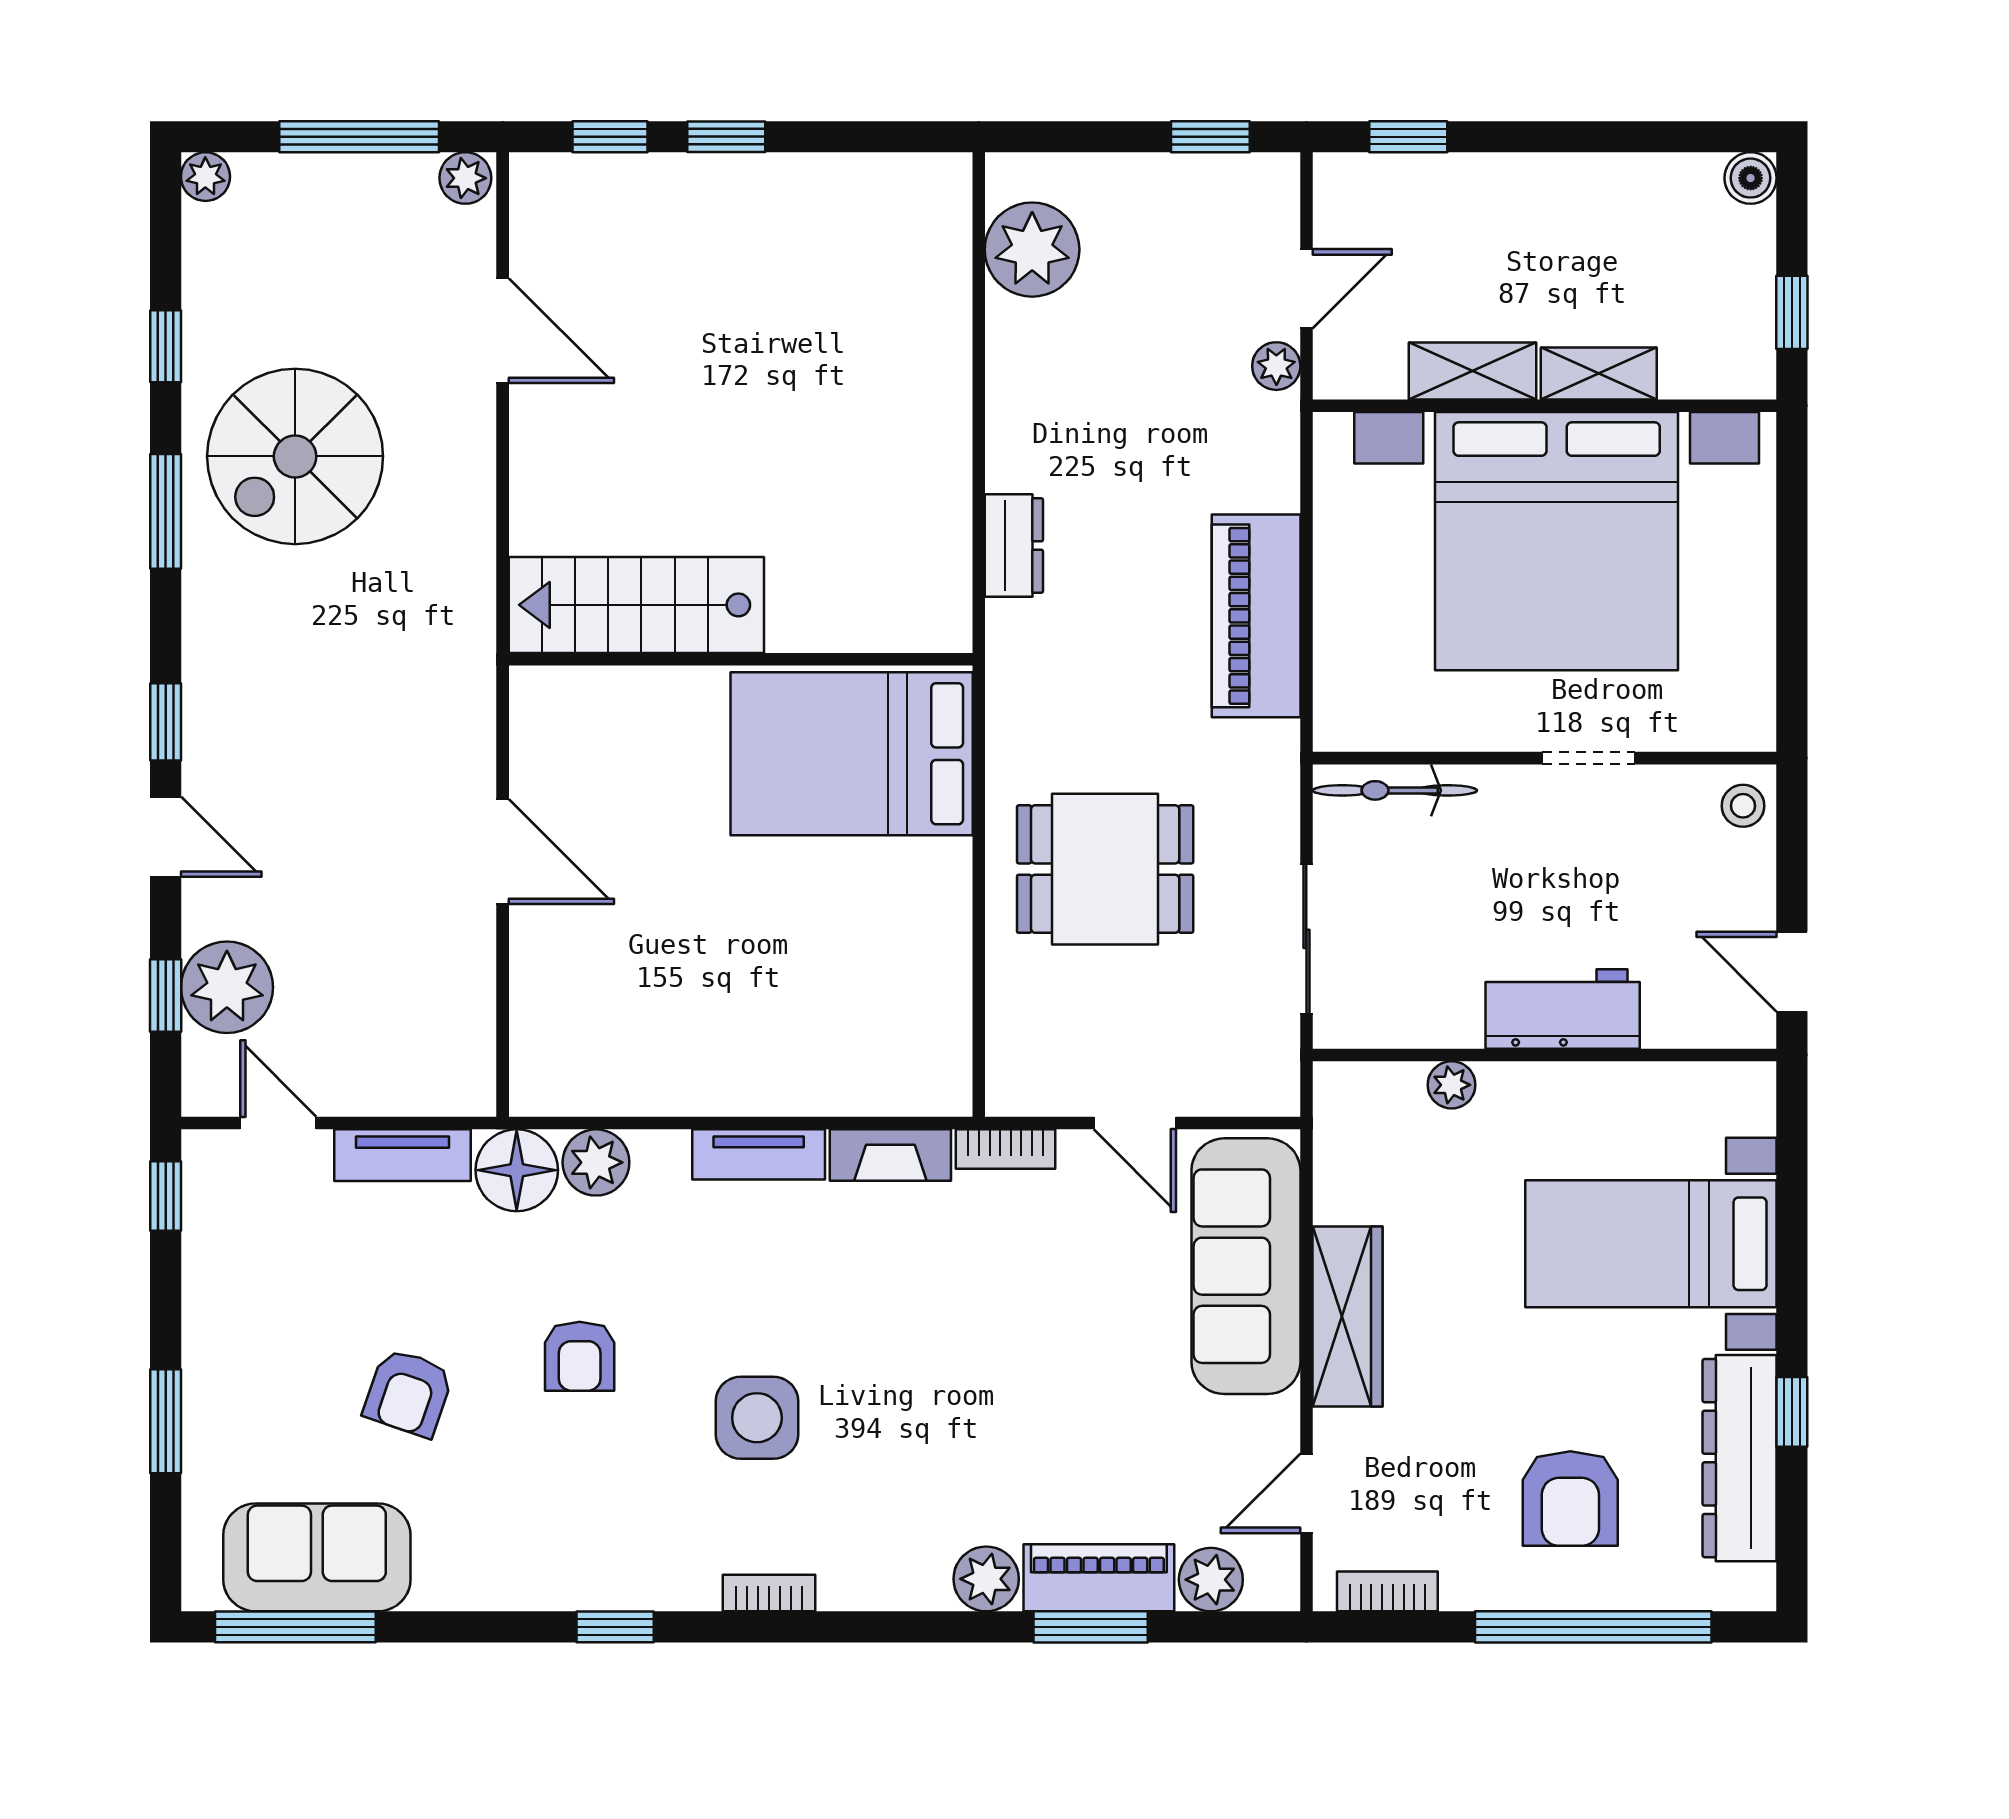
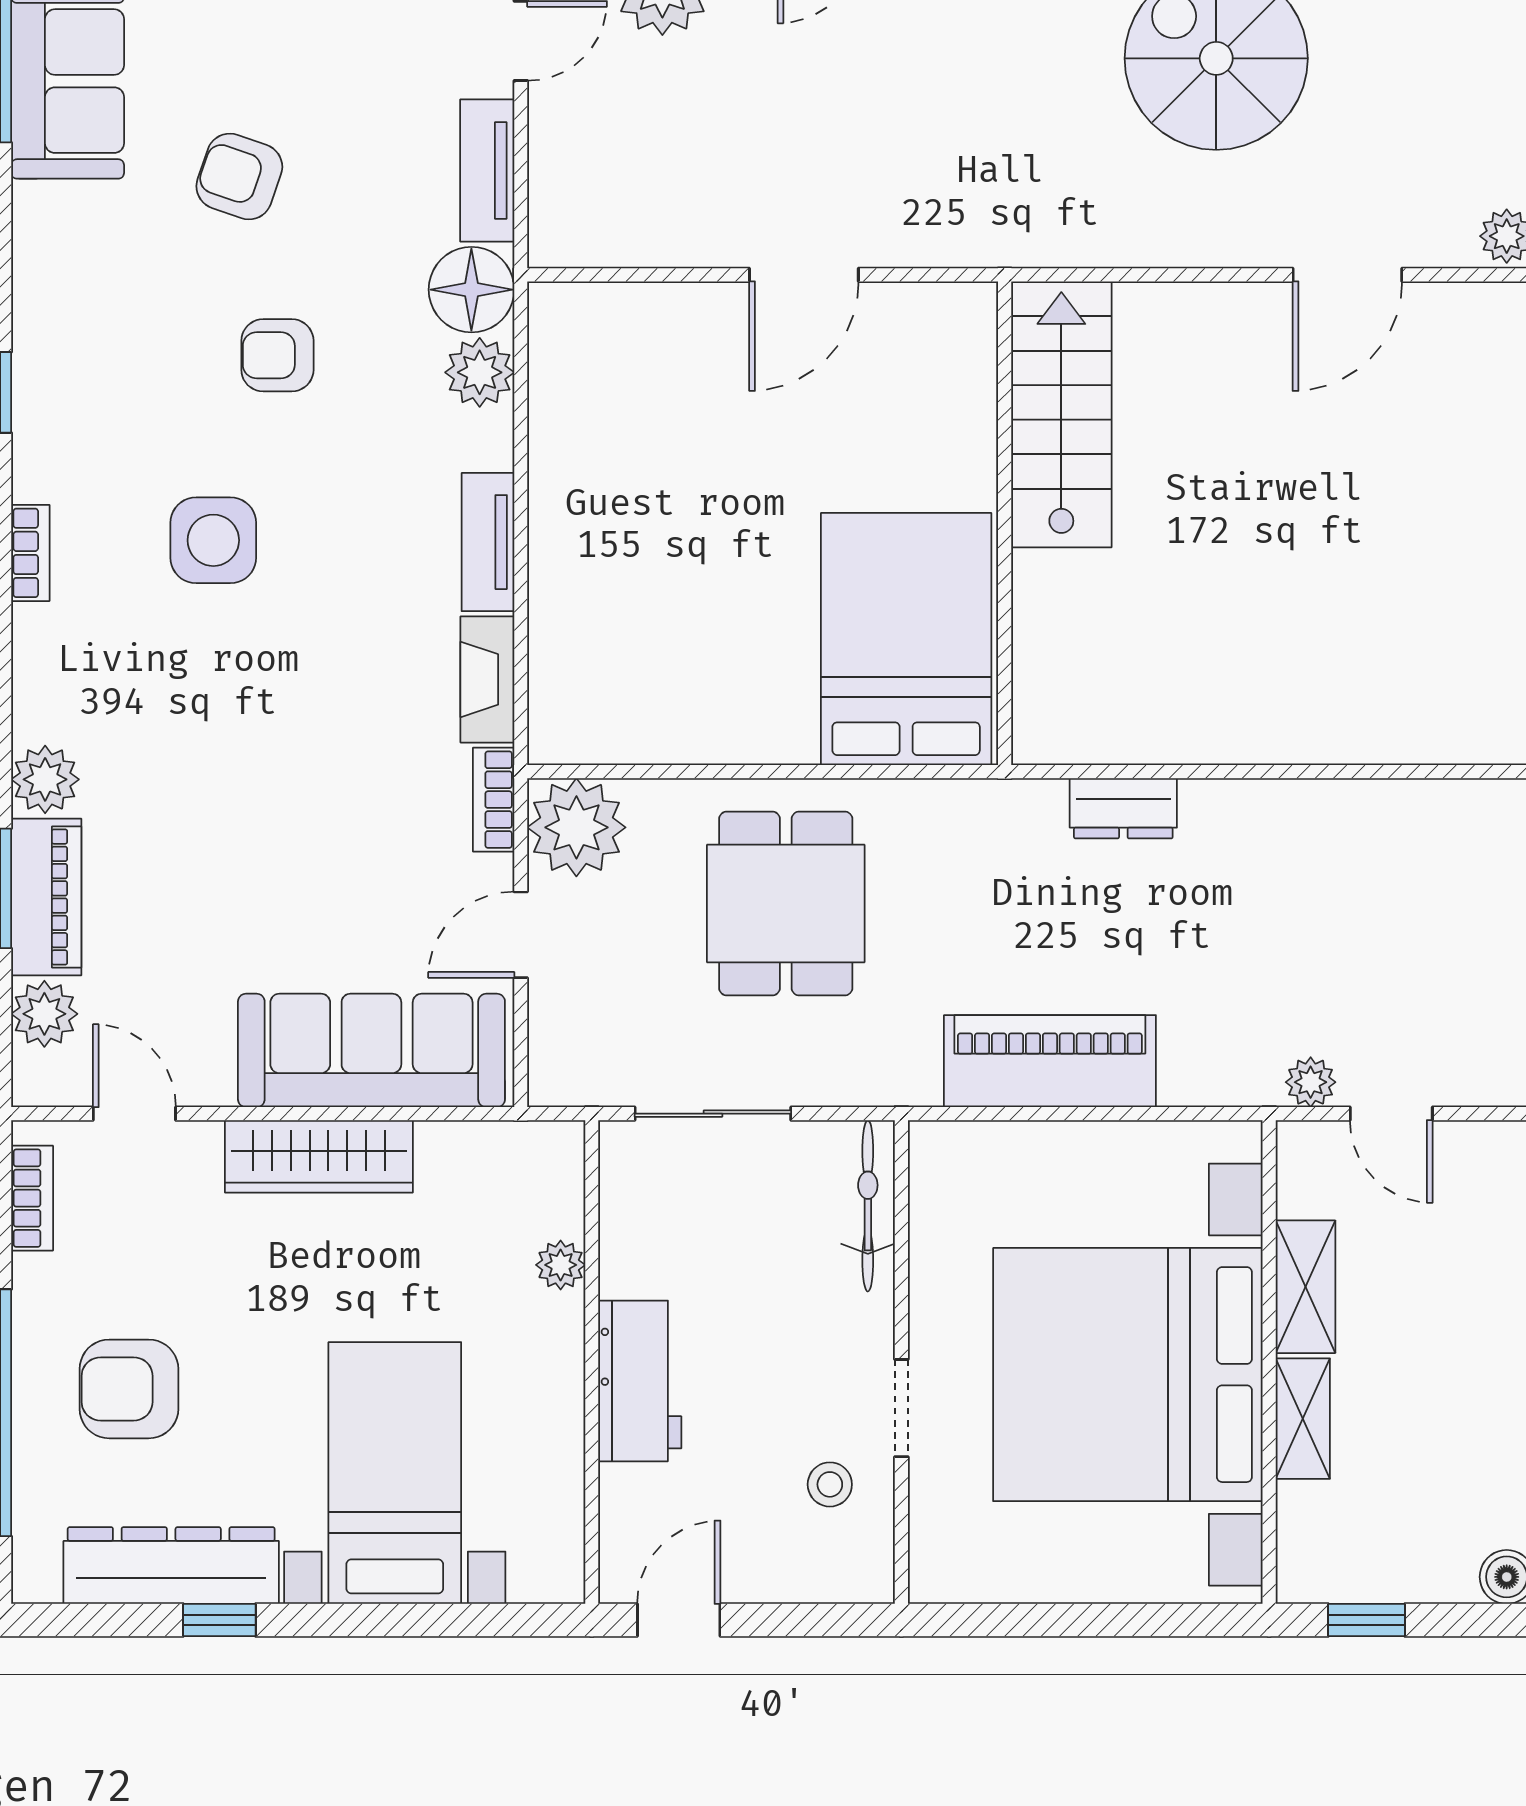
plant: (1032, 250) -> (576, 827), moved
stool: (1743, 806) -> (830, 1484), moved

